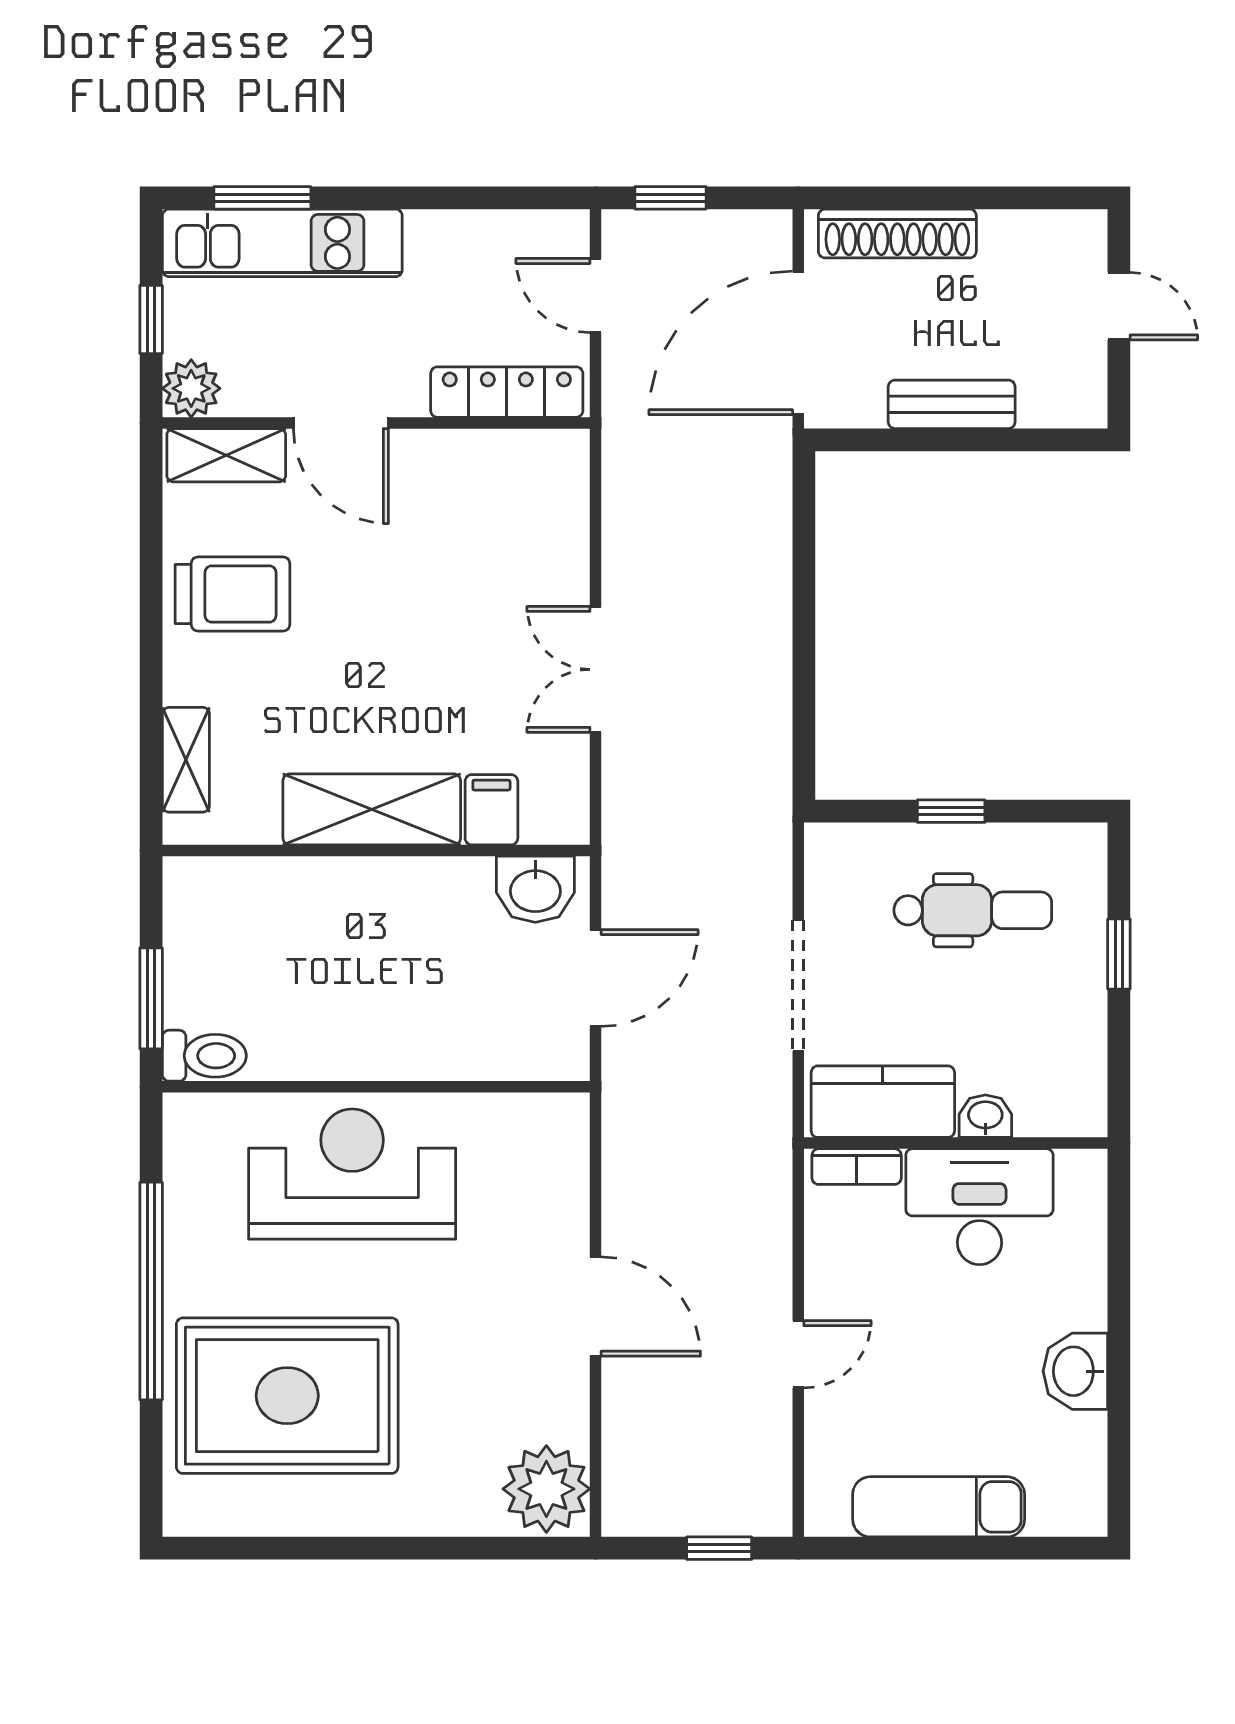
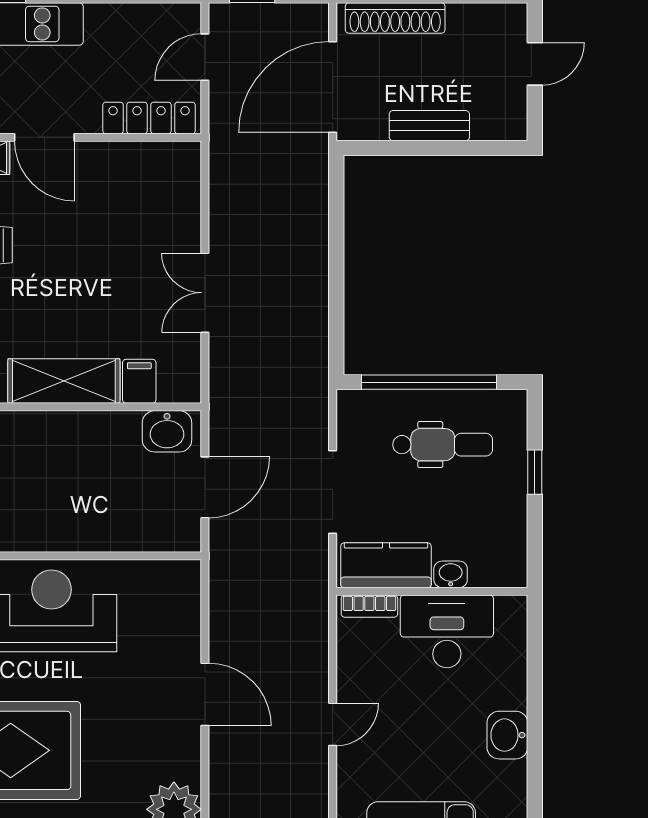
door: (596, 296) -> (205, 57), hinge flipped
door: (1119, 306) -> (535, 64), hinge flipped
window: (951, 811) -> (429, 382), width x3.17

